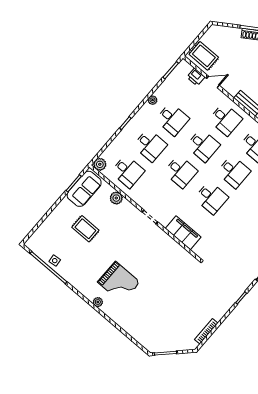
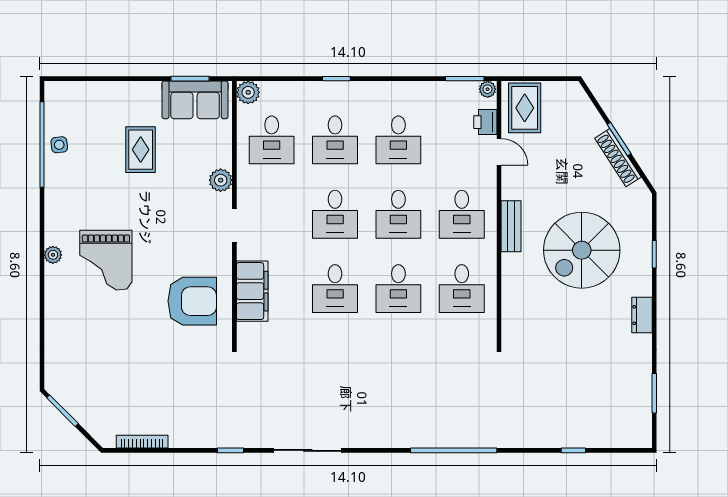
plant: (153, 100) -> (488, 89), moved
plant: (116, 198) -> (221, 180), moved
armchair: (166, 261) -> (192, 301), added

